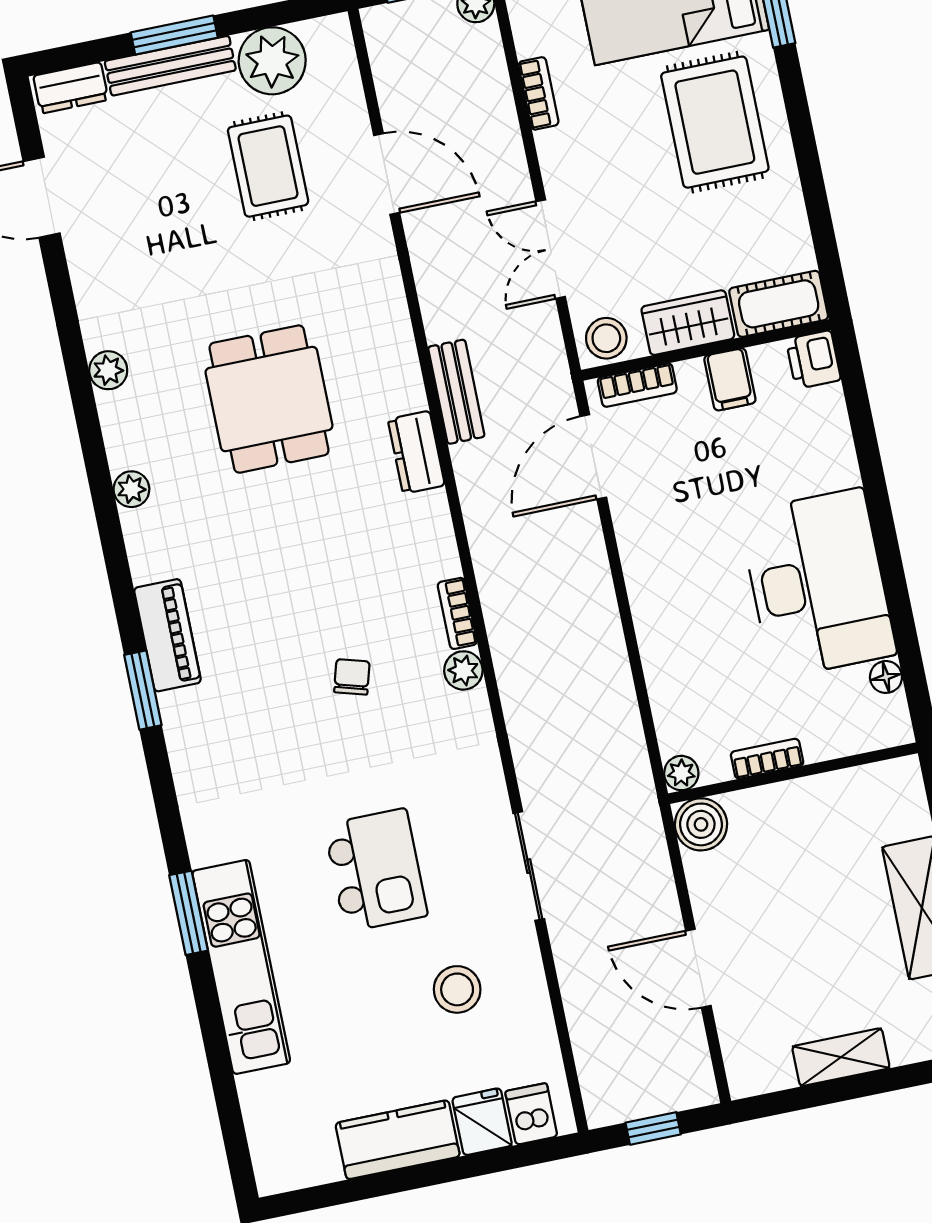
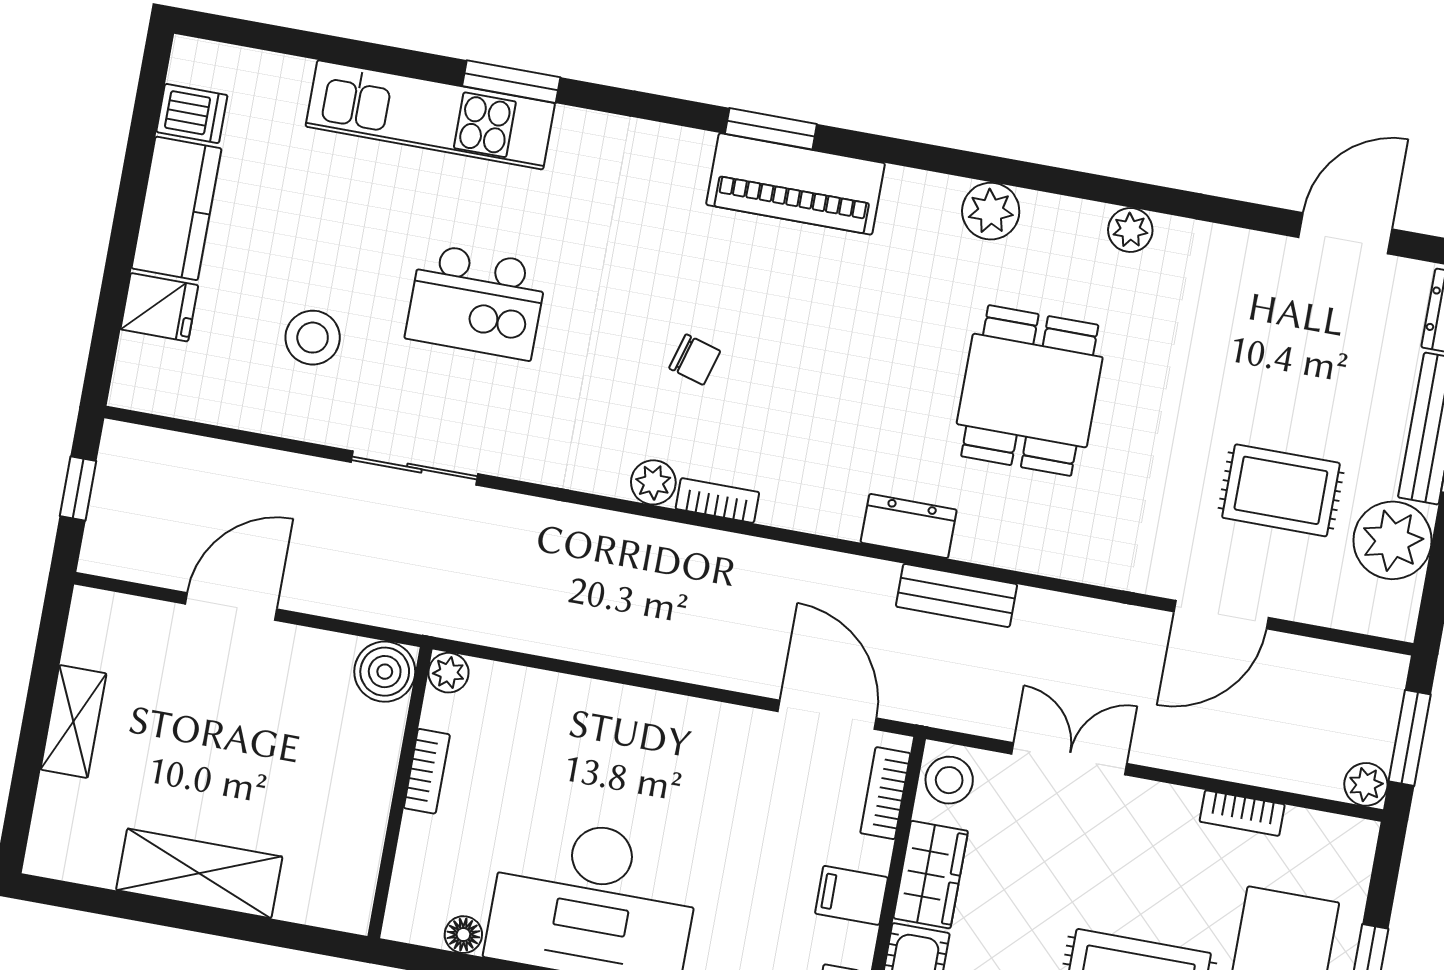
dining table: (269, 399) -> (1030, 391), turned 90
plant: (131, 489) -> (991, 211), width x1.38, depth x1.38
piano: (167, 635) -> (795, 184), width x1.37, depth x1.33
dishwasher: (531, 1114) -> (192, 114), moved

